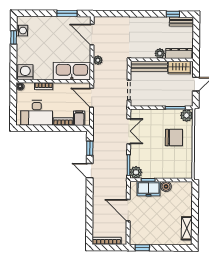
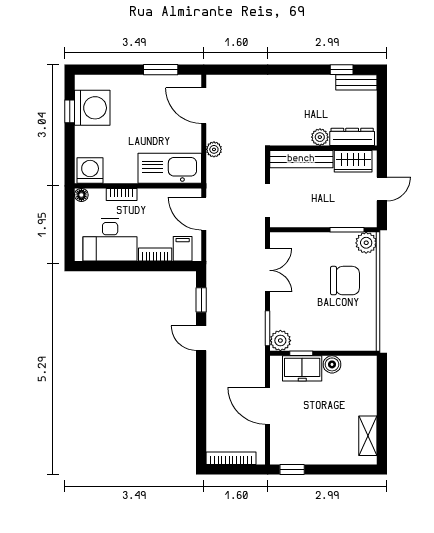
washing machine: (22, 31) -> (92, 108), width x1.89, depth x1.89

